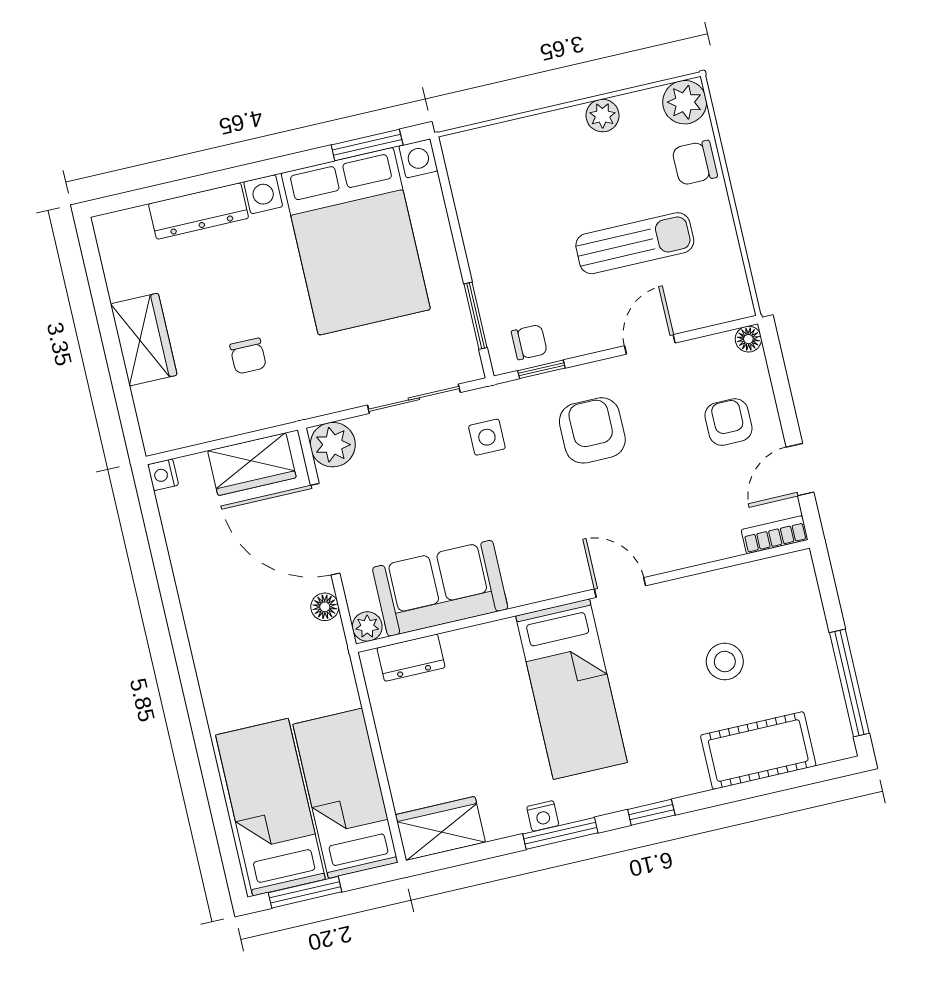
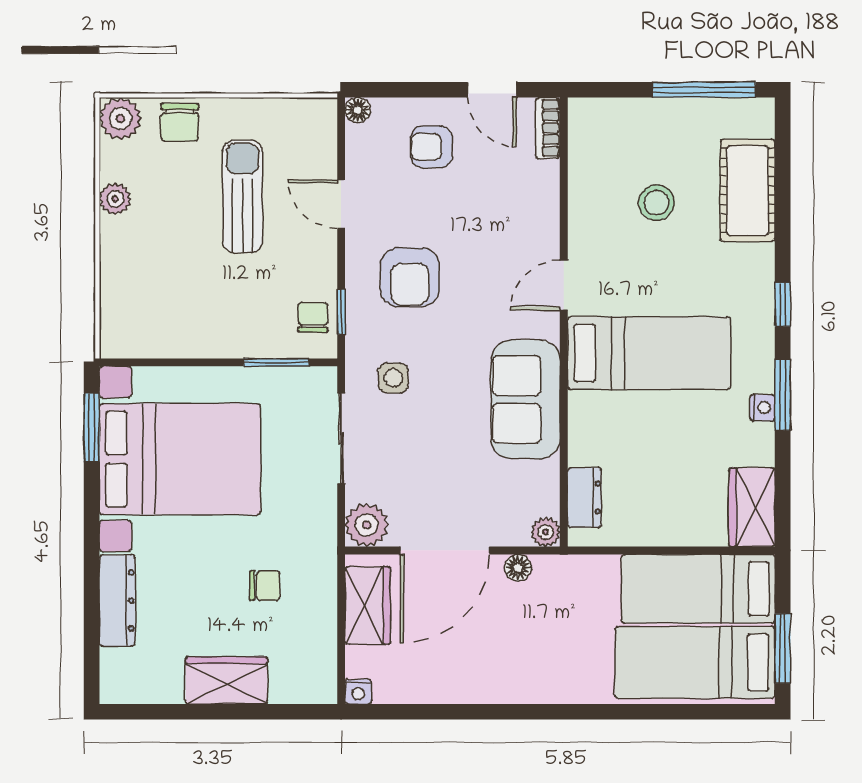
armchair: (592, 430) -> (410, 277), turned -90
sofa: (440, 588) -> (525, 399), moved

